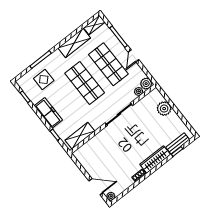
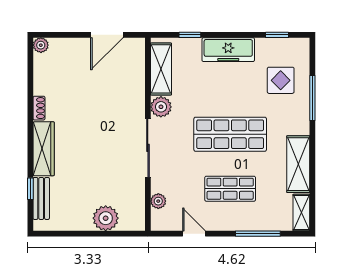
door: (134, 56) -> (194, 234), moved
shop shelf: (108, 64) -> (230, 189), width x0.70, depth x0.74
plant: (146, 84) -> (161, 107), moved
door: (96, 187) -> (107, 35), moved

